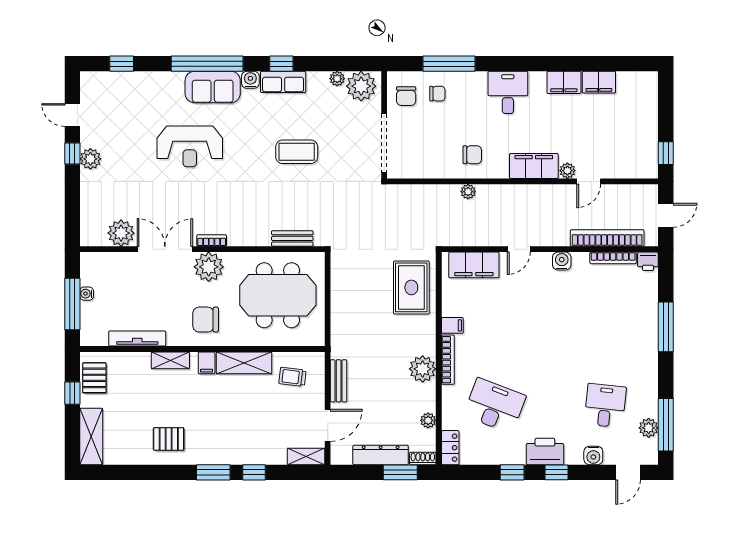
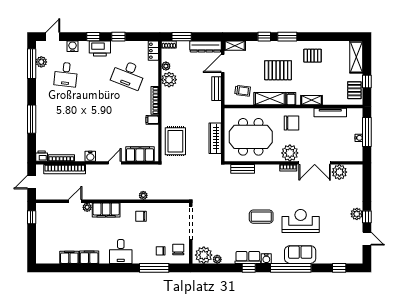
sofa: (213, 87) -> (300, 255), moved
coffee table: (297, 152) -> (261, 217), moved
wardrobe: (341, 293) -> (215, 138), added
plant: (423, 369) -> (169, 80), moved
pallet: (230, 413) -> (278, 70), added
dresser: (381, 455) -> (205, 47), moved

